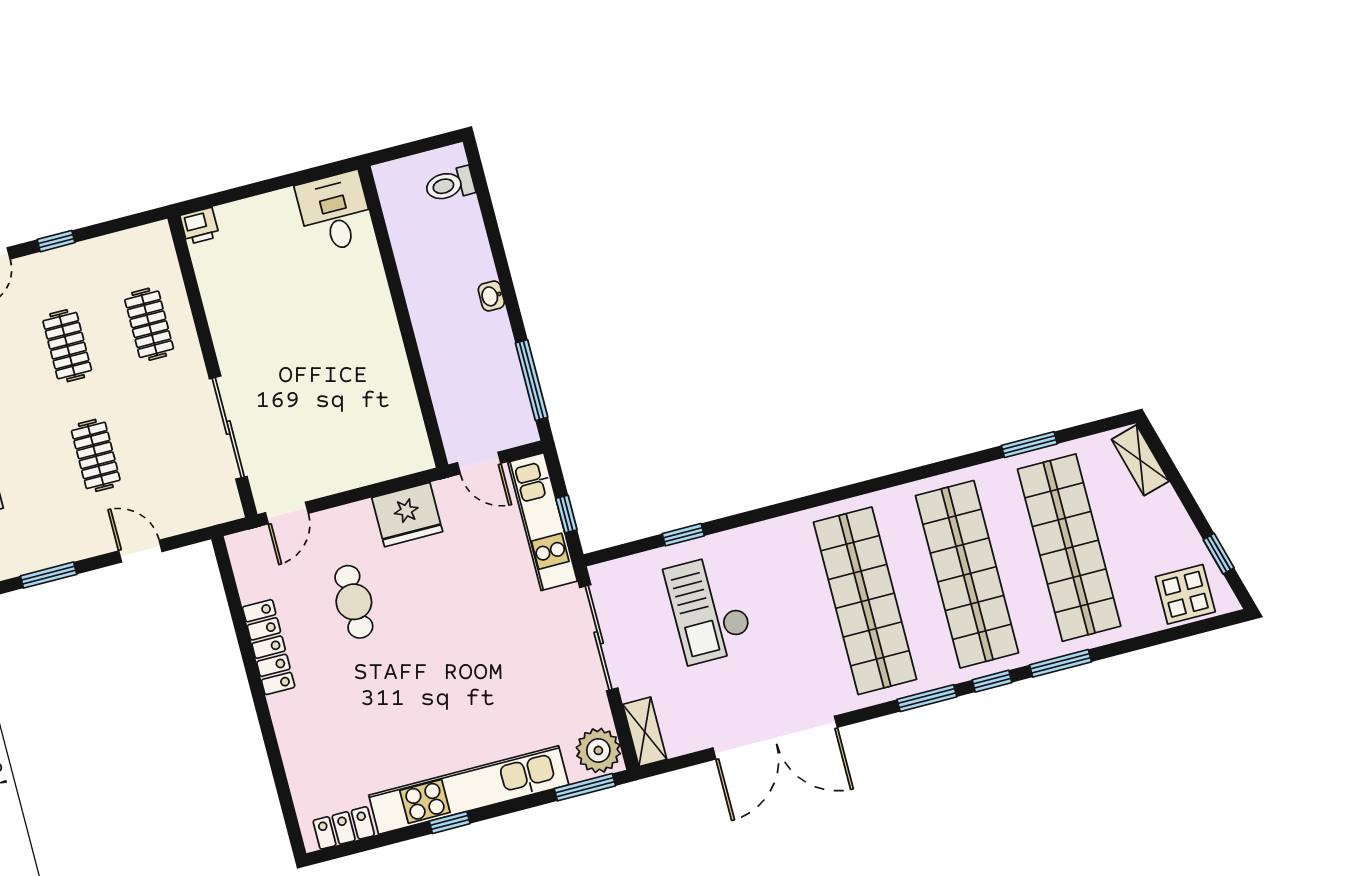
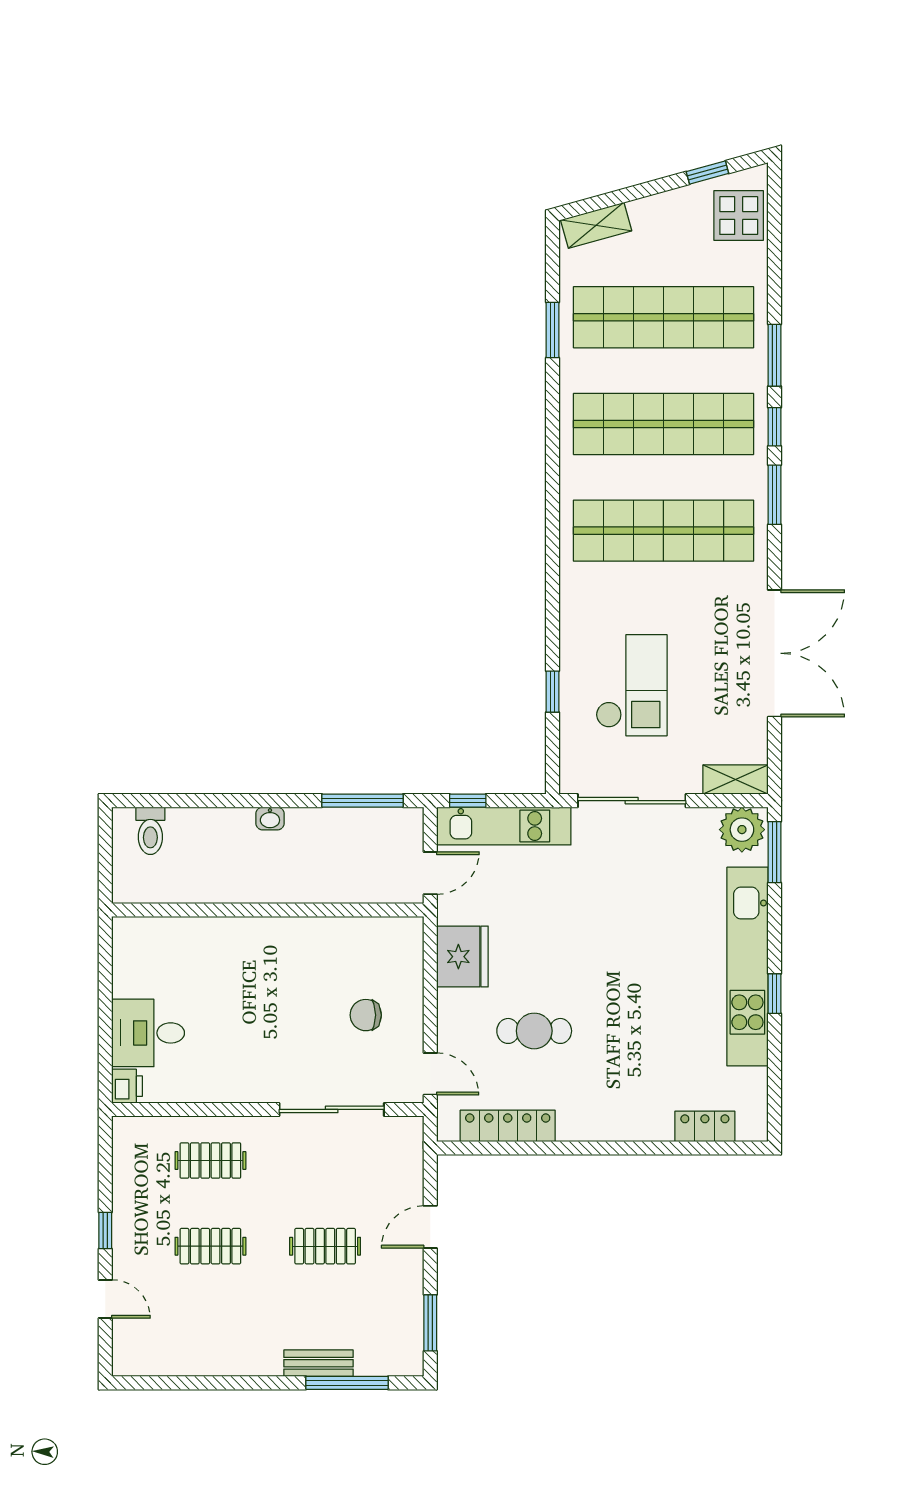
desk: (335, 212) -> (148, 1033), moved
chair: (327, 437) -> (366, 1015), added
window: (566, 514) -> (468, 801), moved
checkout: (709, 609) -> (632, 685), turned -90
locker: (269, 647) -> (508, 1126), moved
locker: (344, 828) -> (705, 1126), moved, turned 90

